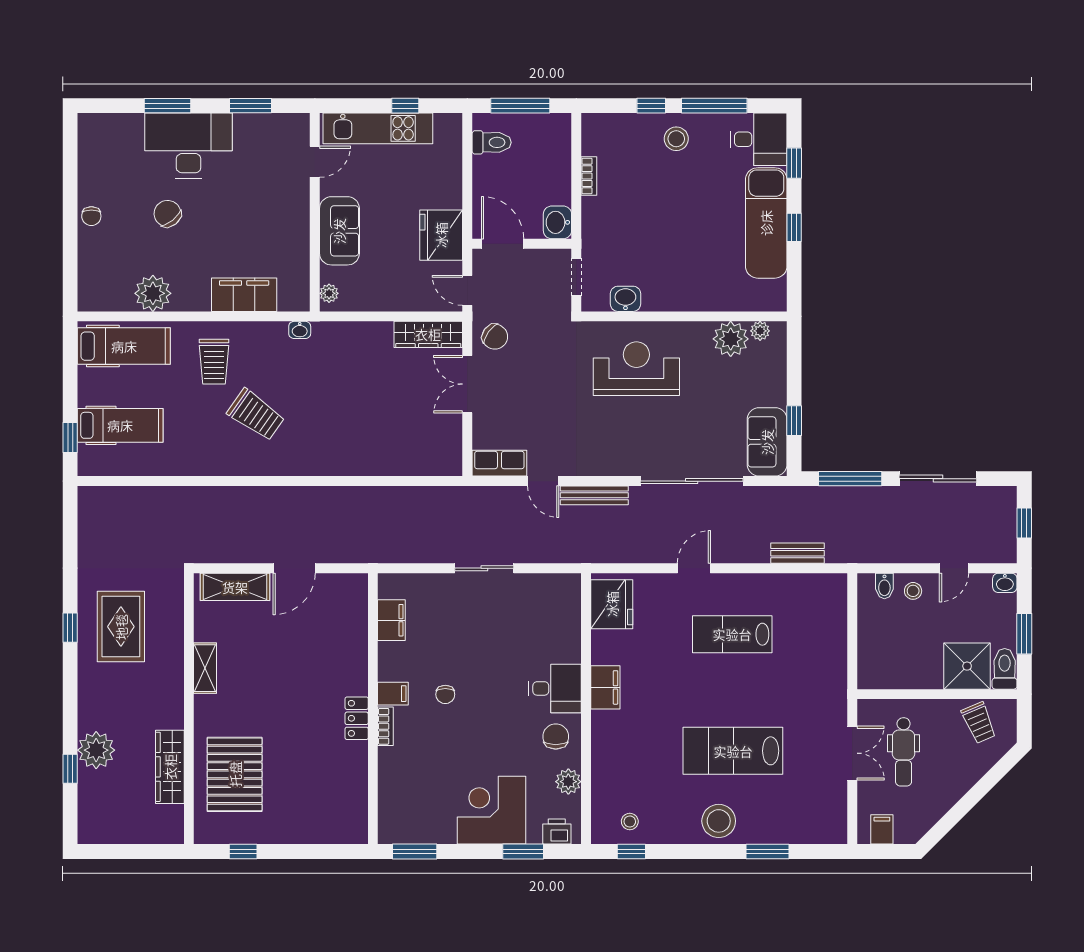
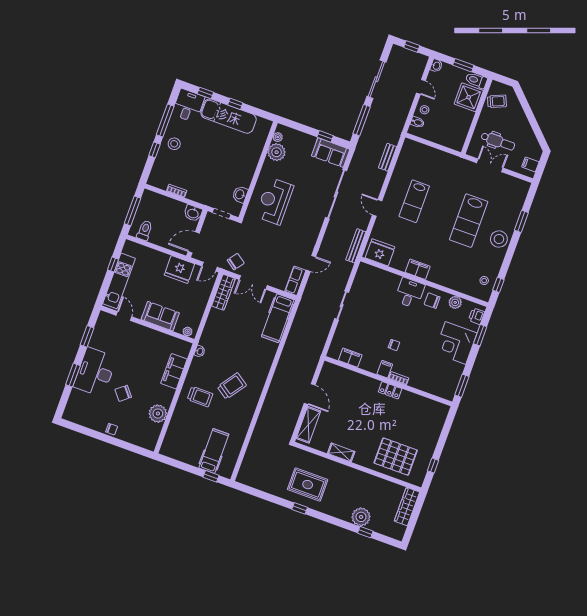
hospital bed: (124, 346) -> (278, 318), moved, turned 180
bench: (594, 495) -> (356, 246), moved
wardrobe: (170, 767) -> (407, 507), moved, turned 90

